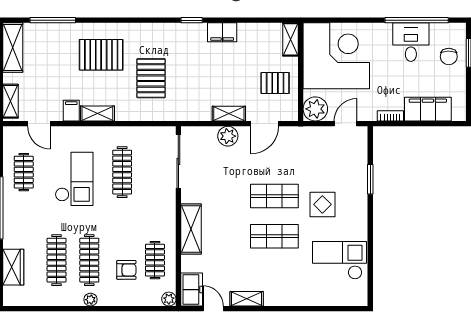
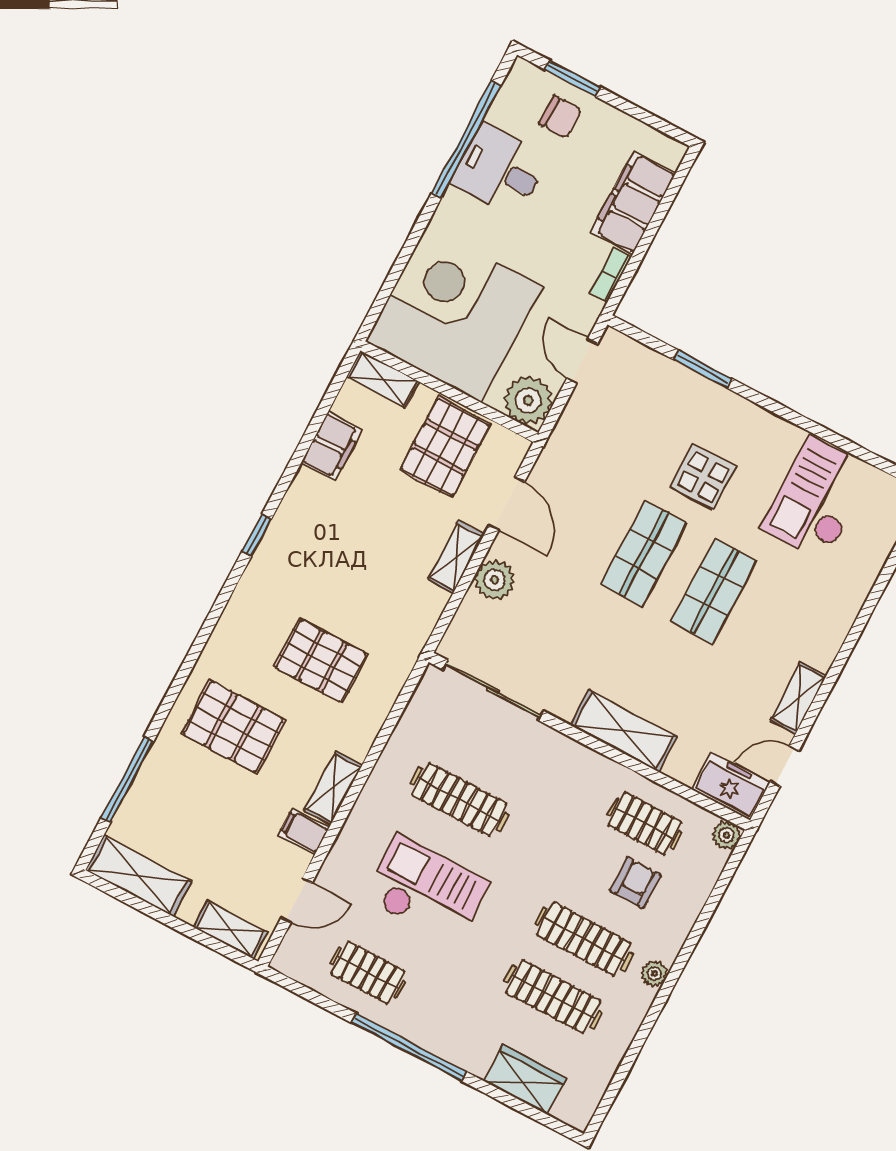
filing cabinet: (222, 32) -> (331, 446), moved
pallet: (101, 55) -> (233, 727), turned 90
pallet: (275, 83) -> (445, 447), width x1.50, depth x1.42

